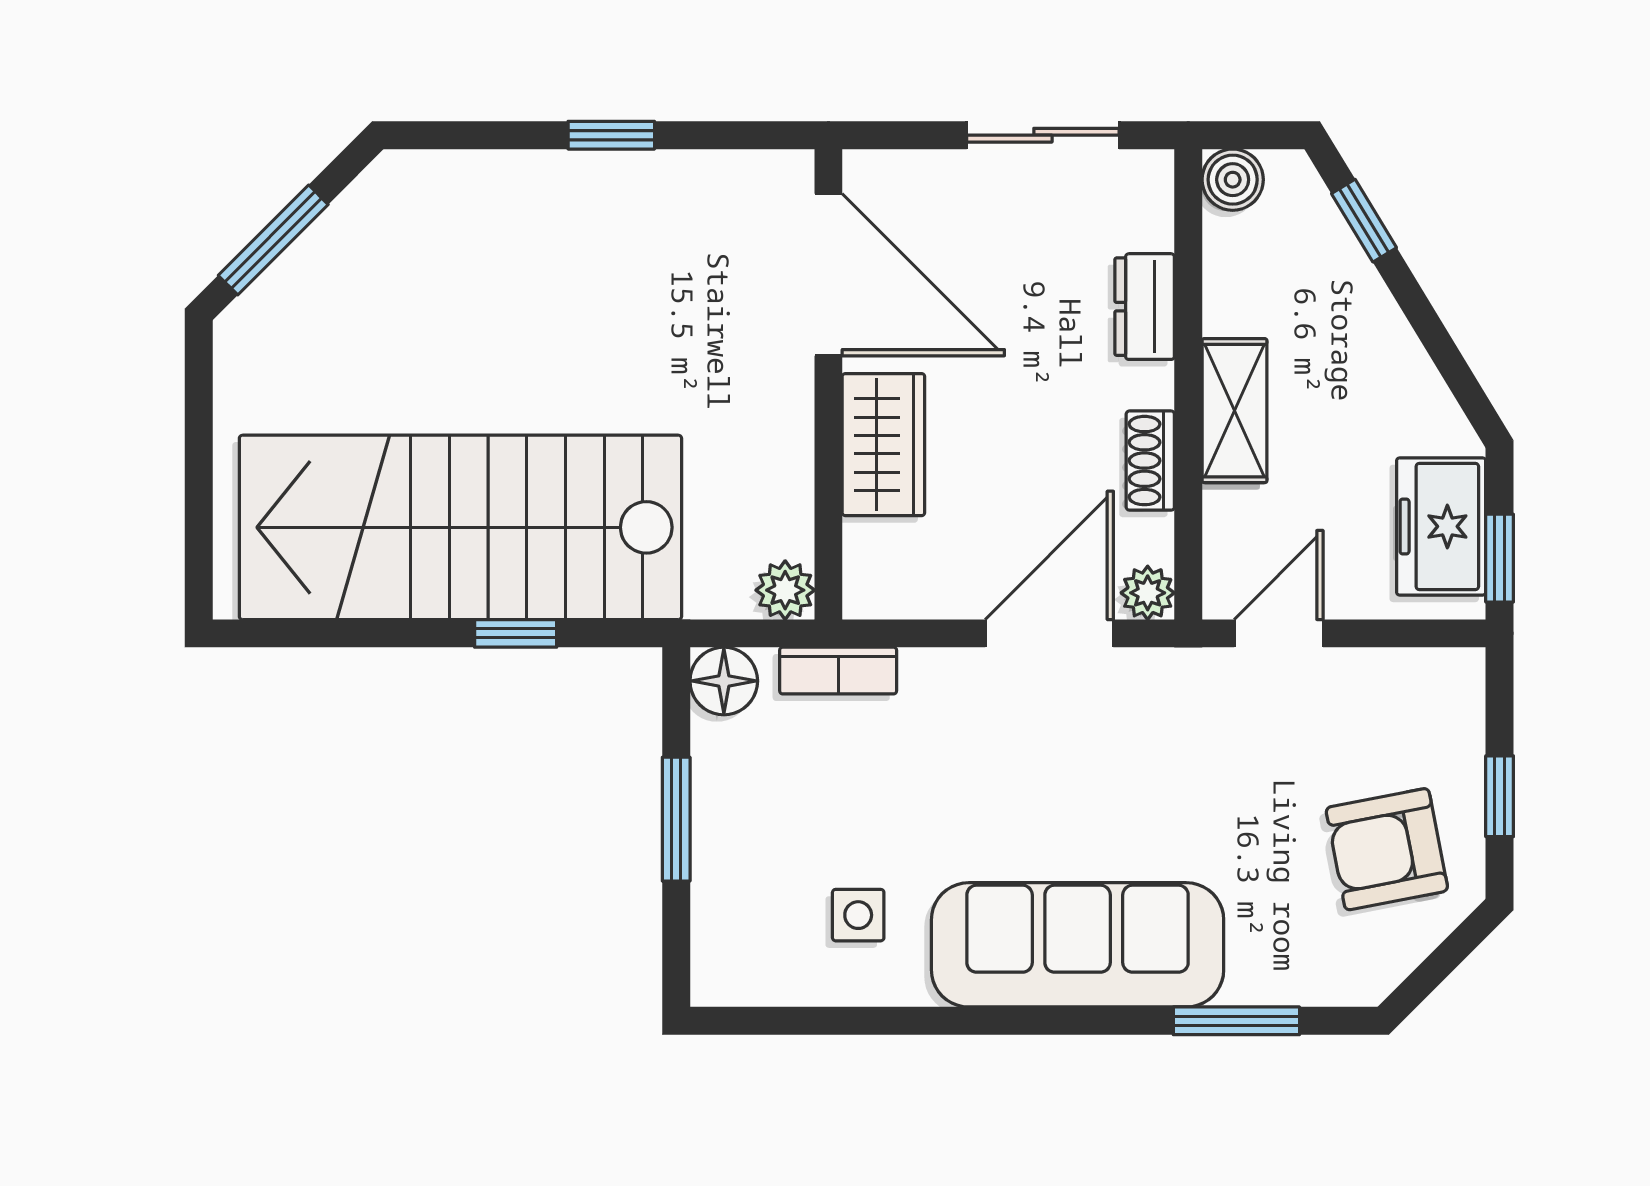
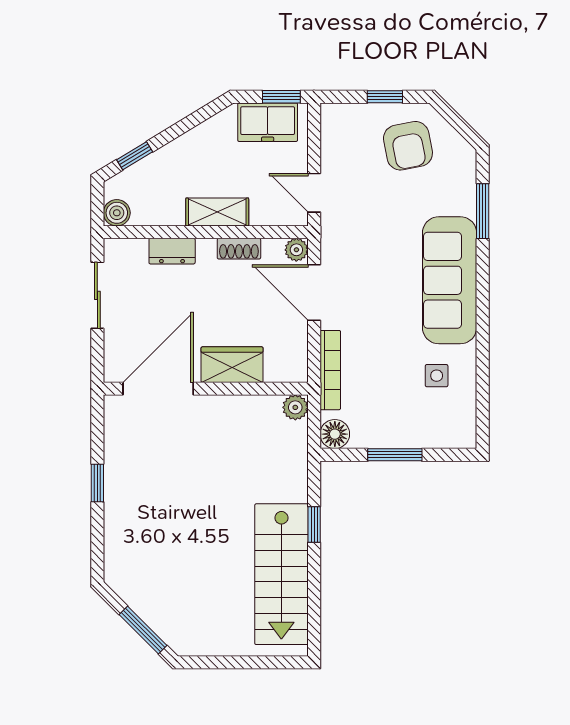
stairs: (460, 527) -> (281, 574), width x0.73, depth x0.66
bookcase: (838, 671) -> (330, 370), width x1.56

